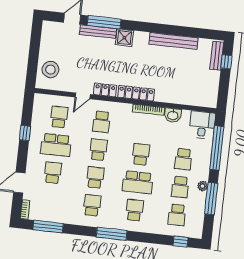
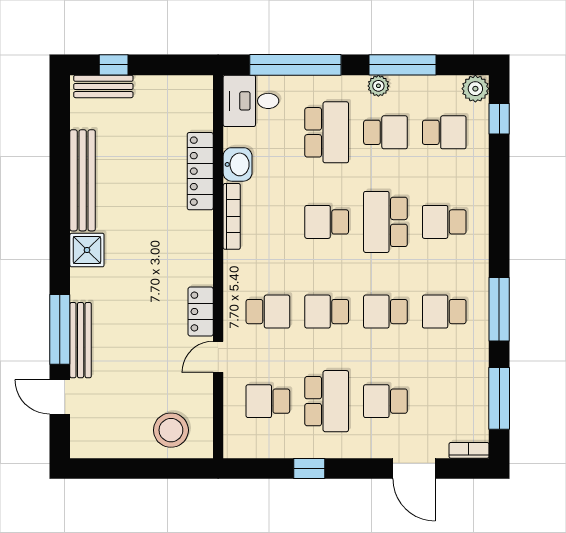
shower: (124, 38) -> (87, 250), moved
locker: (136, 93) -> (200, 171), moved
door: (83, 96) -> (218, 357), swing flipped
school desk: (183, 159) -> (327, 132), width x1.85
school desk: (138, 182) -> (385, 222), turned 180
plant: (196, 232) -> (475, 89), added
window: (112, 234) -> (499, 309), moved

